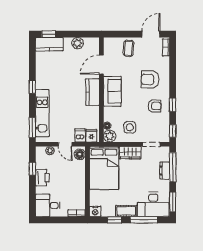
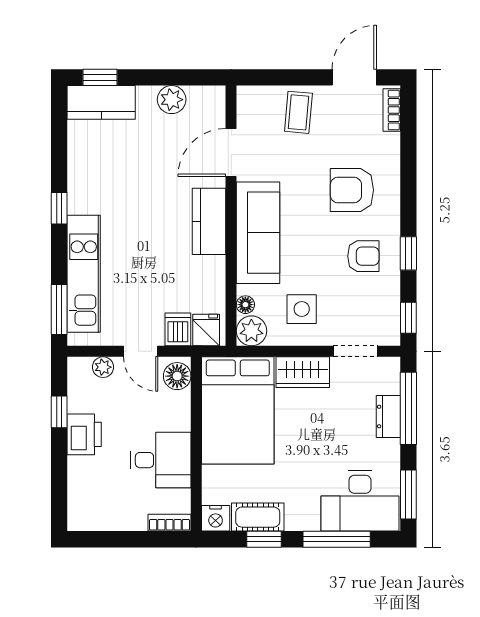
sofa: (112, 91) -> (258, 233), width x1.36
desk: (48, 205) -> (161, 460), moved, turned 180
cot: (126, 211) -> (258, 517), moved

